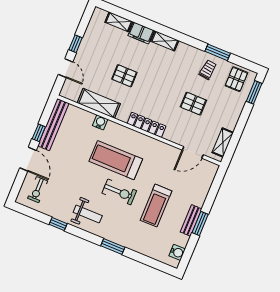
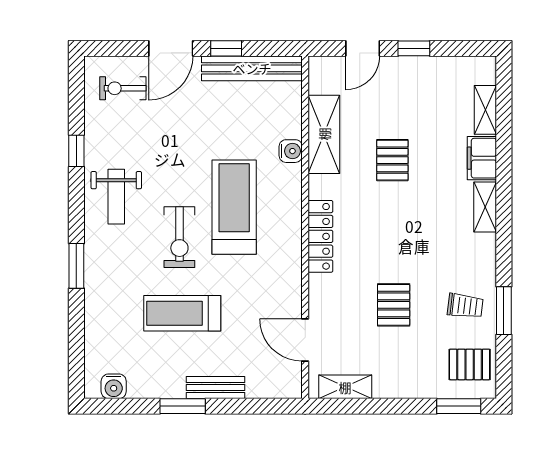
bench: (191, 220) -> (216, 388), moved

